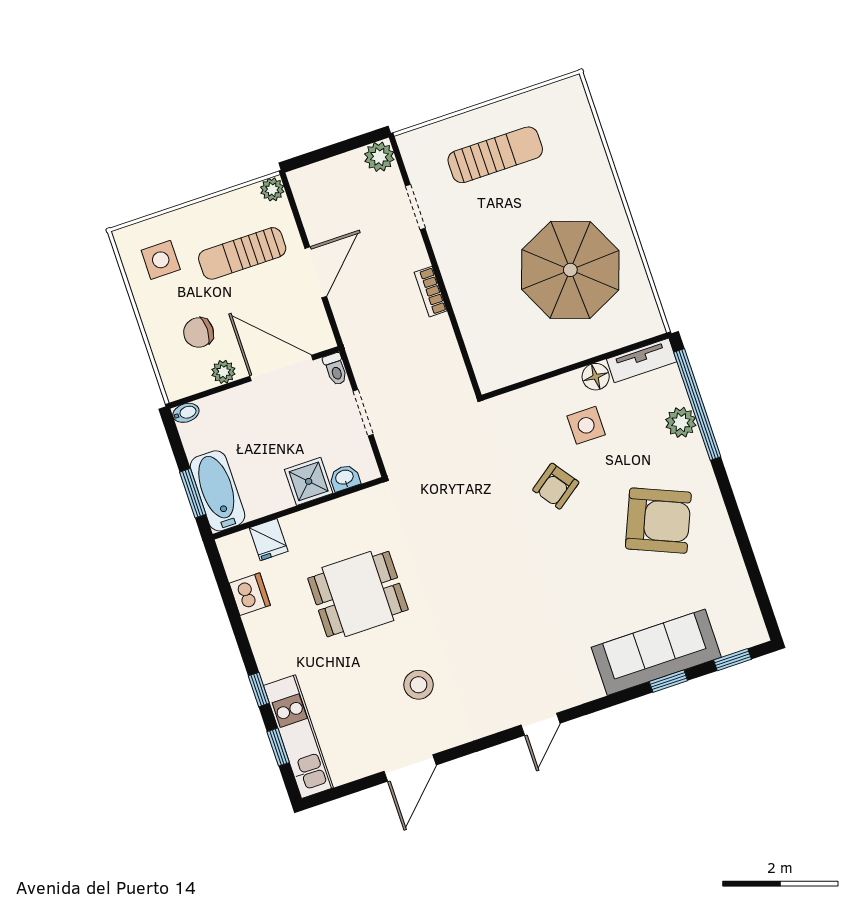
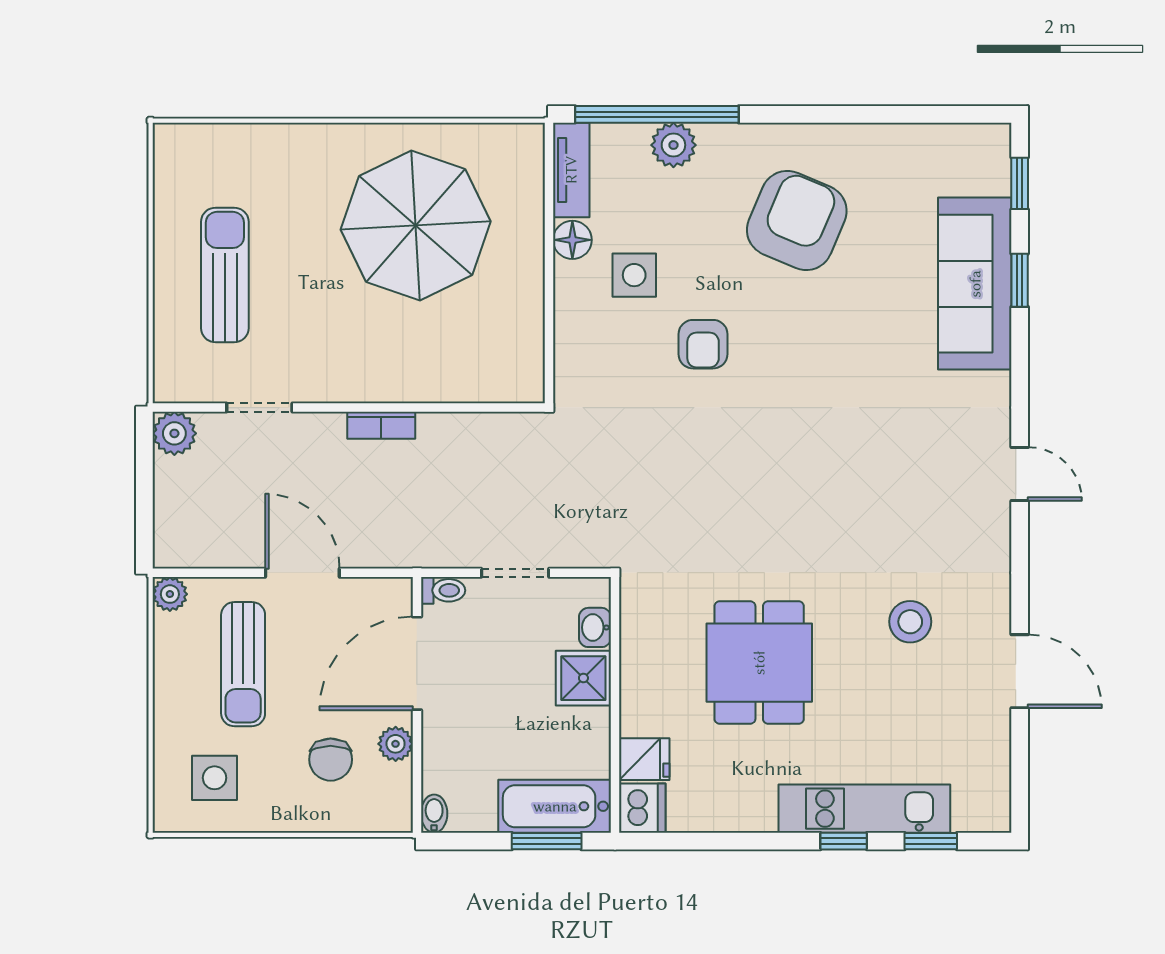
armchair: (556, 486) -> (703, 344), turned 36
dishwasher: (250, 594) -> (642, 808), moved, turned 90
kitchen unit: (298, 737) -> (864, 809), moved

